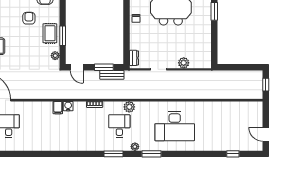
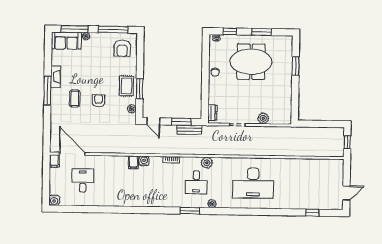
armchair: (29, 18) -> (98, 101), moved
desk: (119, 126) -> (196, 182), turned 180
door: (266, 134) -> (346, 193), swing flipped
window: (152, 154) -> (229, 211), removed

